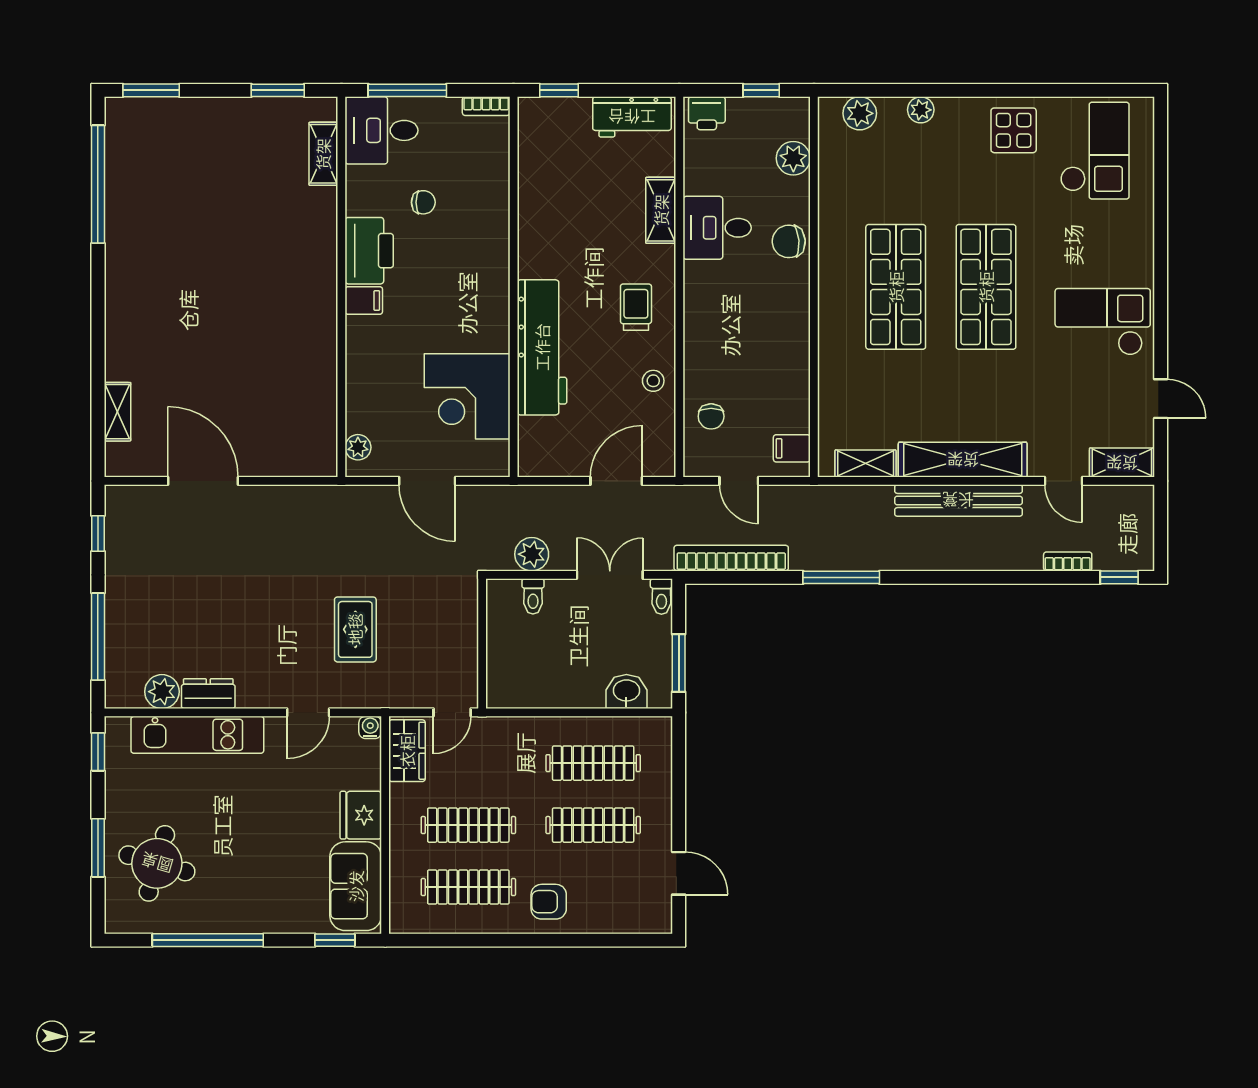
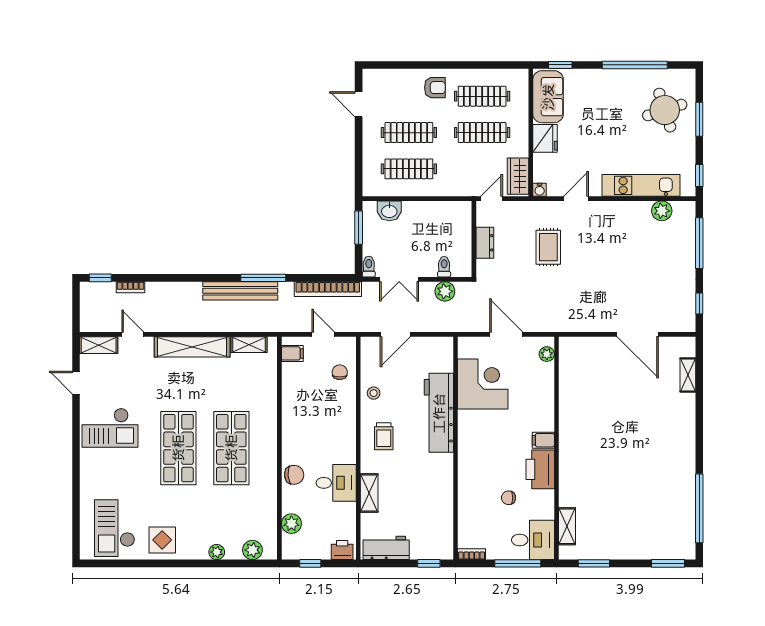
bench: (958, 500) -> (240, 291), moved
dresser: (208, 694) -> (485, 243), moved, turned -90
round table: (157, 863) -> (665, 110), turned -34

